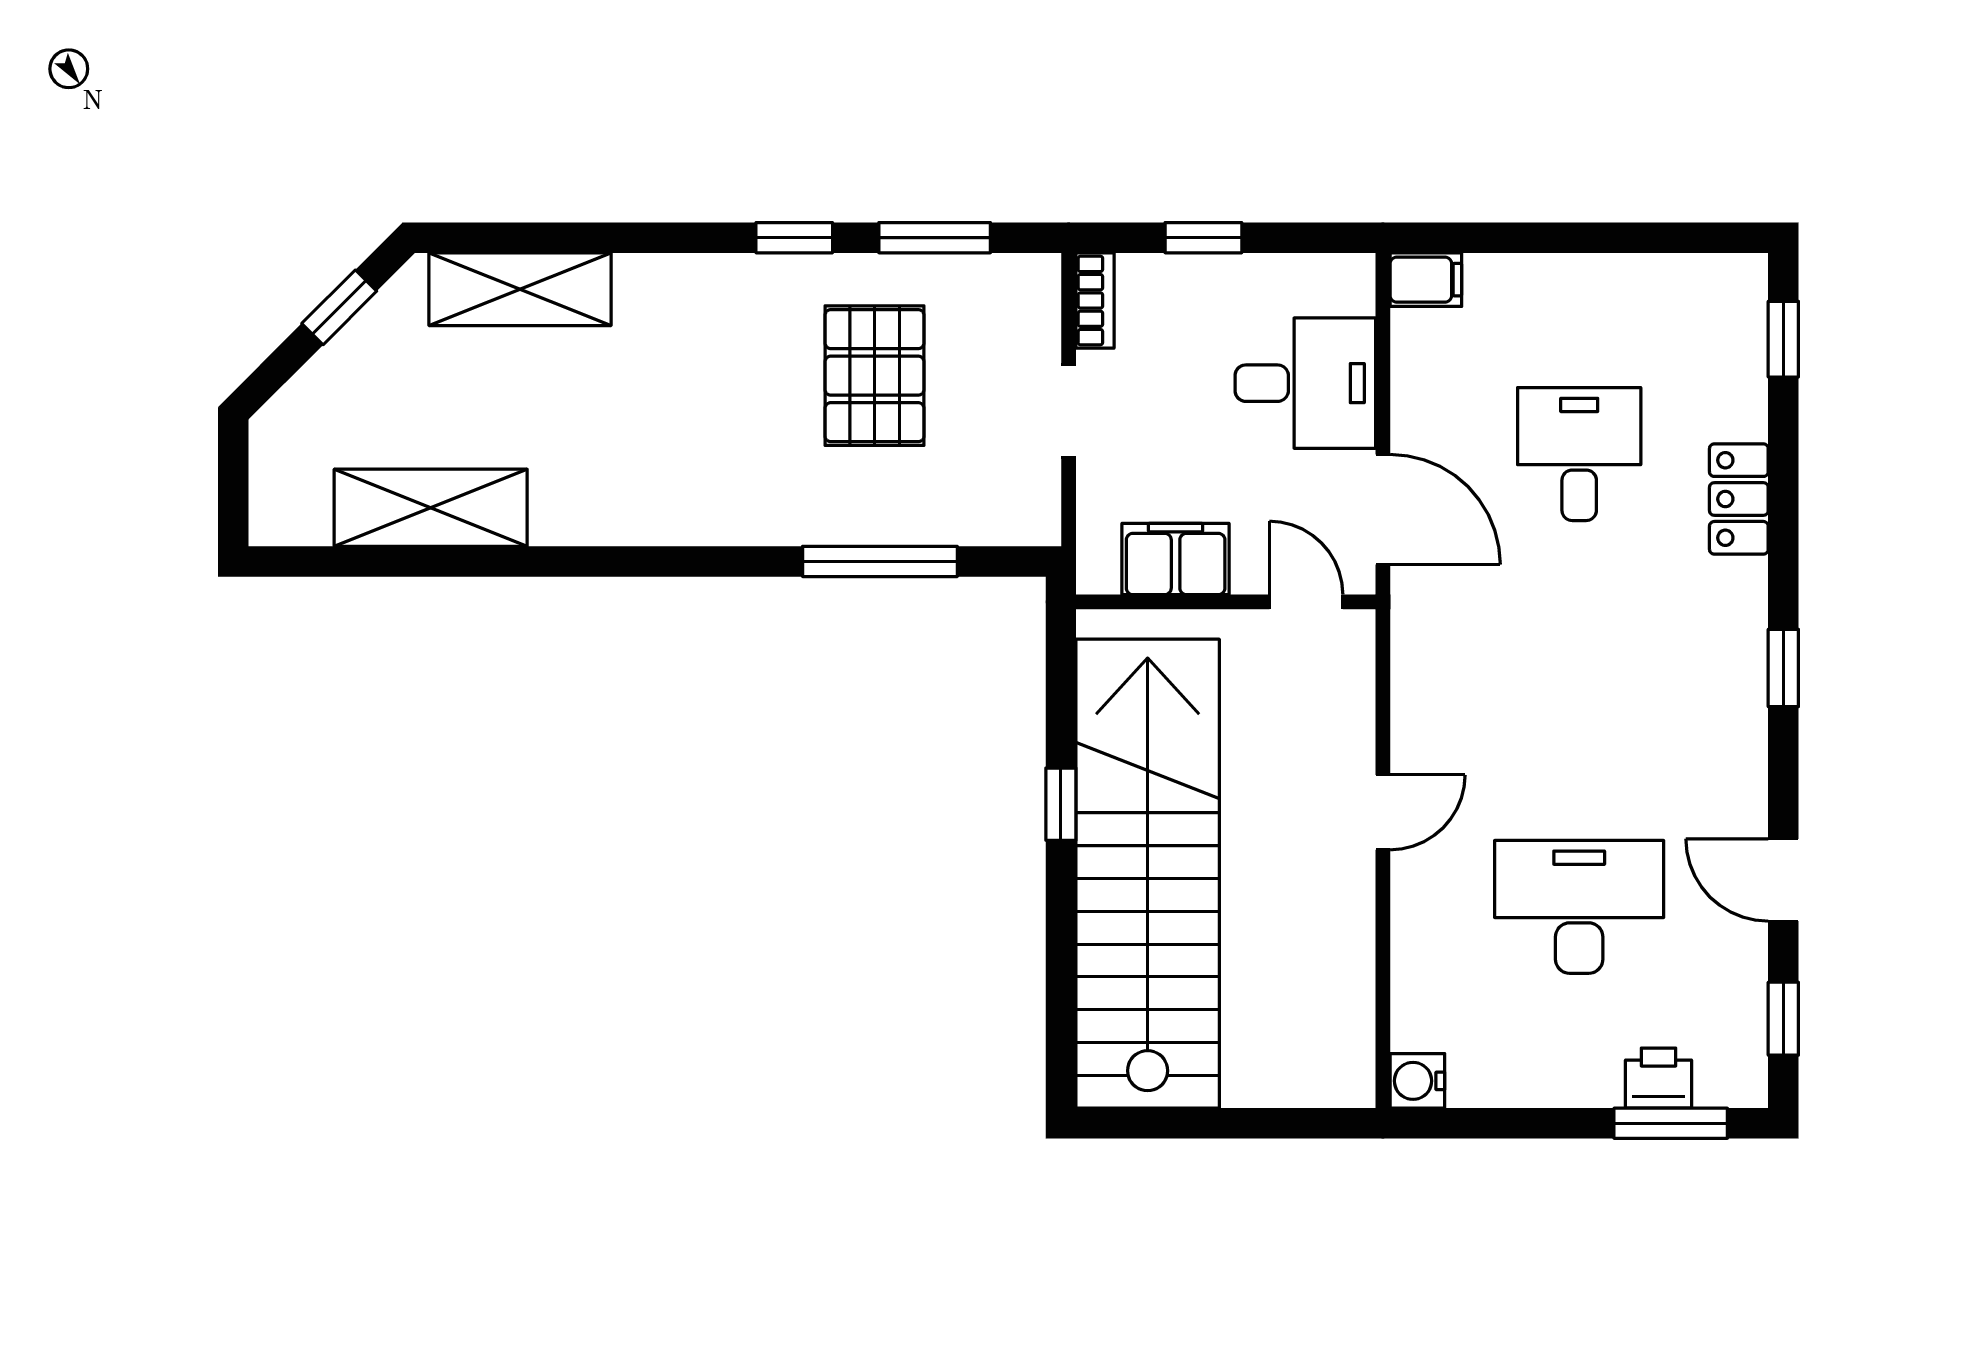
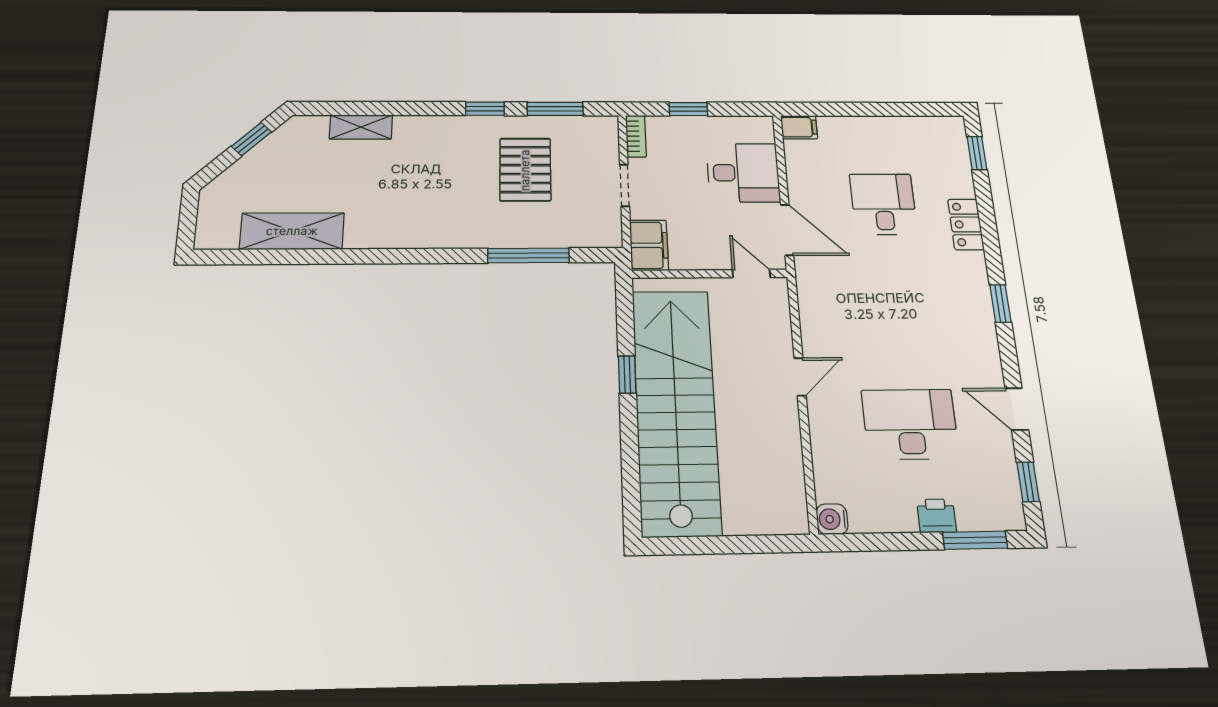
shelving: (520, 289) -> (361, 127), width x0.67, depth x0.75
filing cabinet: (1176, 559) -> (649, 245), moved, turned 90
printer: (1659, 1078) -> (937, 516), moved

